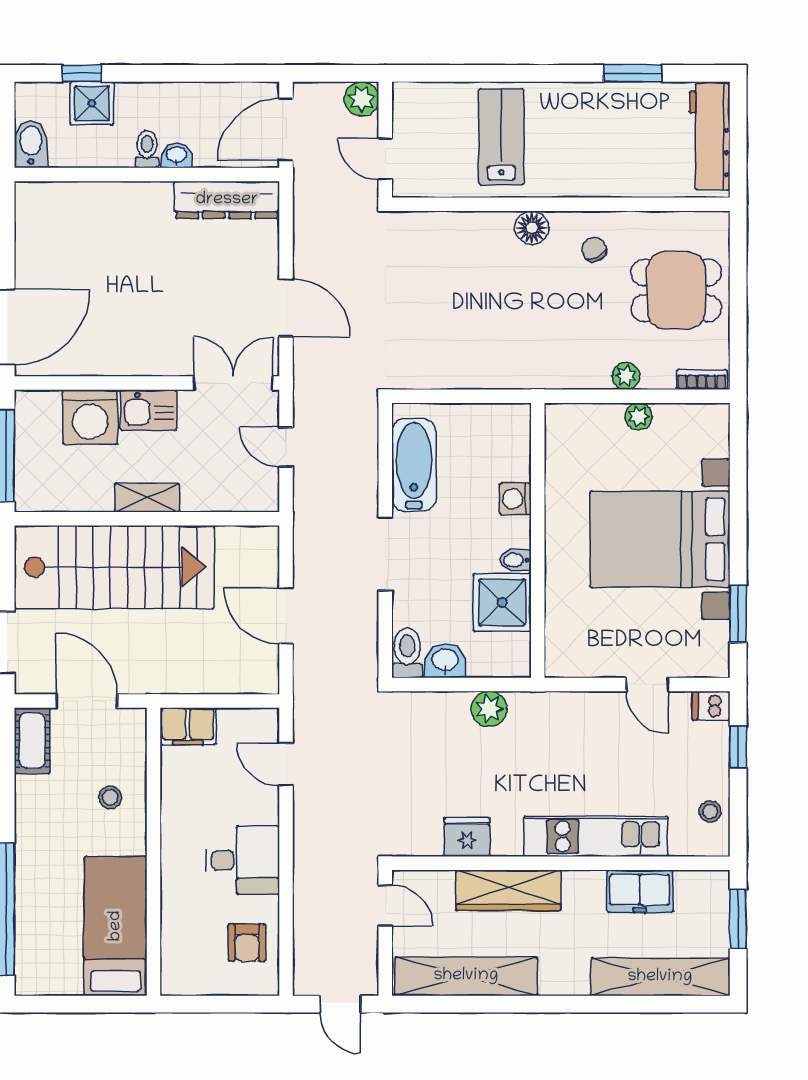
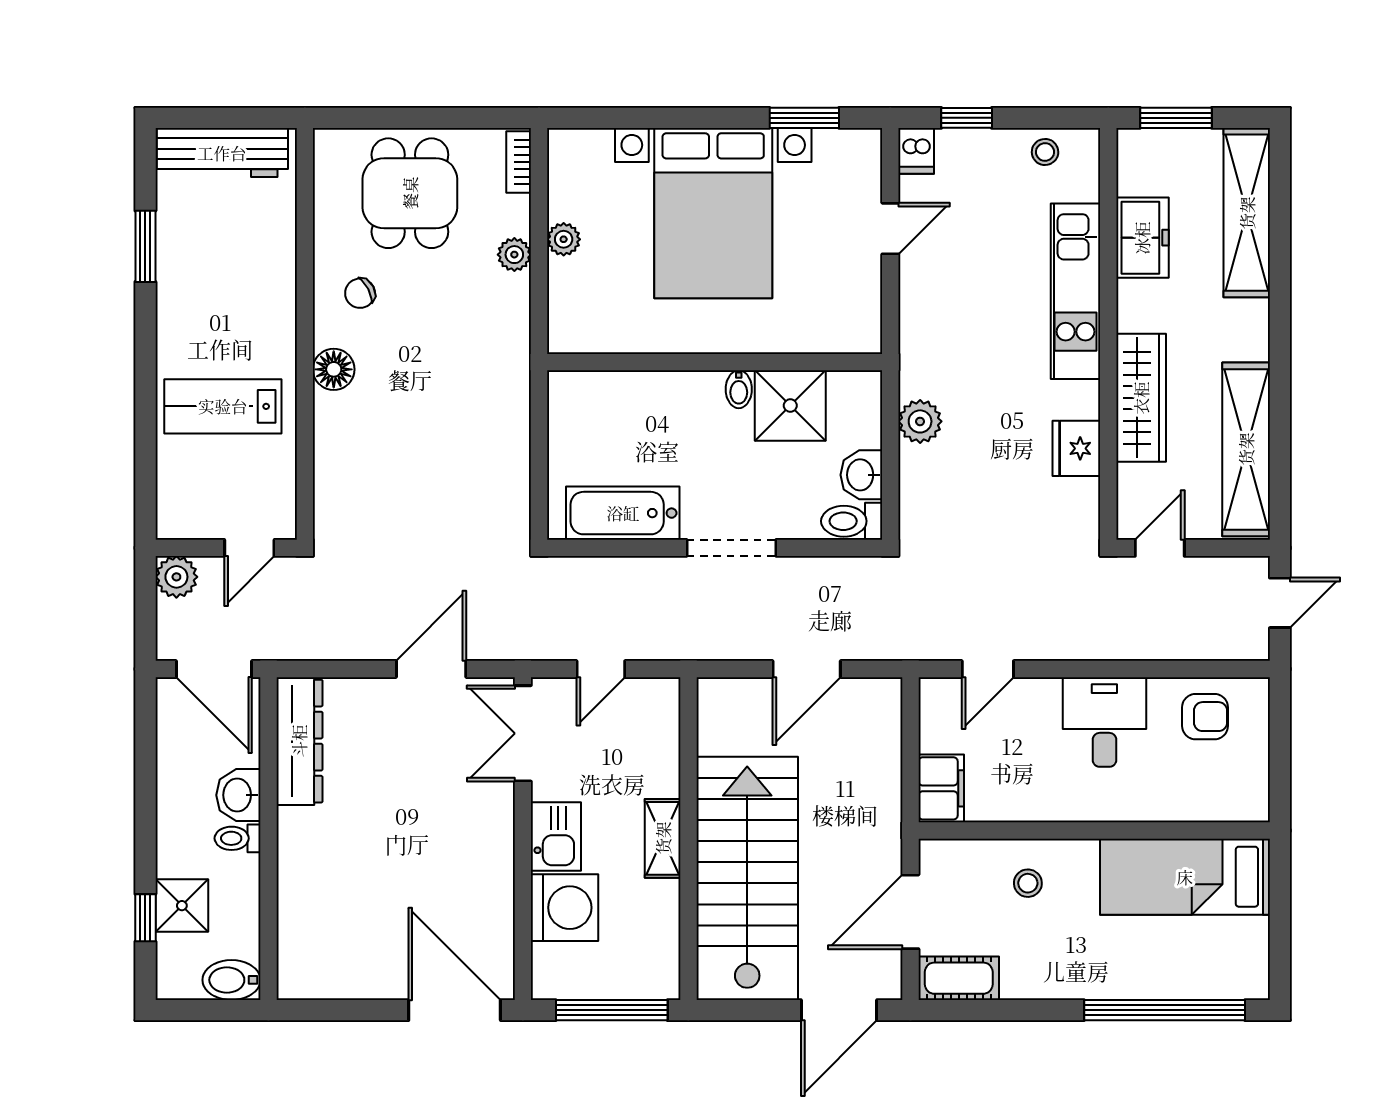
washbasin: (177, 155) -> (238, 795), width x1.38, depth x1.45
washing machine: (515, 499) -> (664, 389), removed

